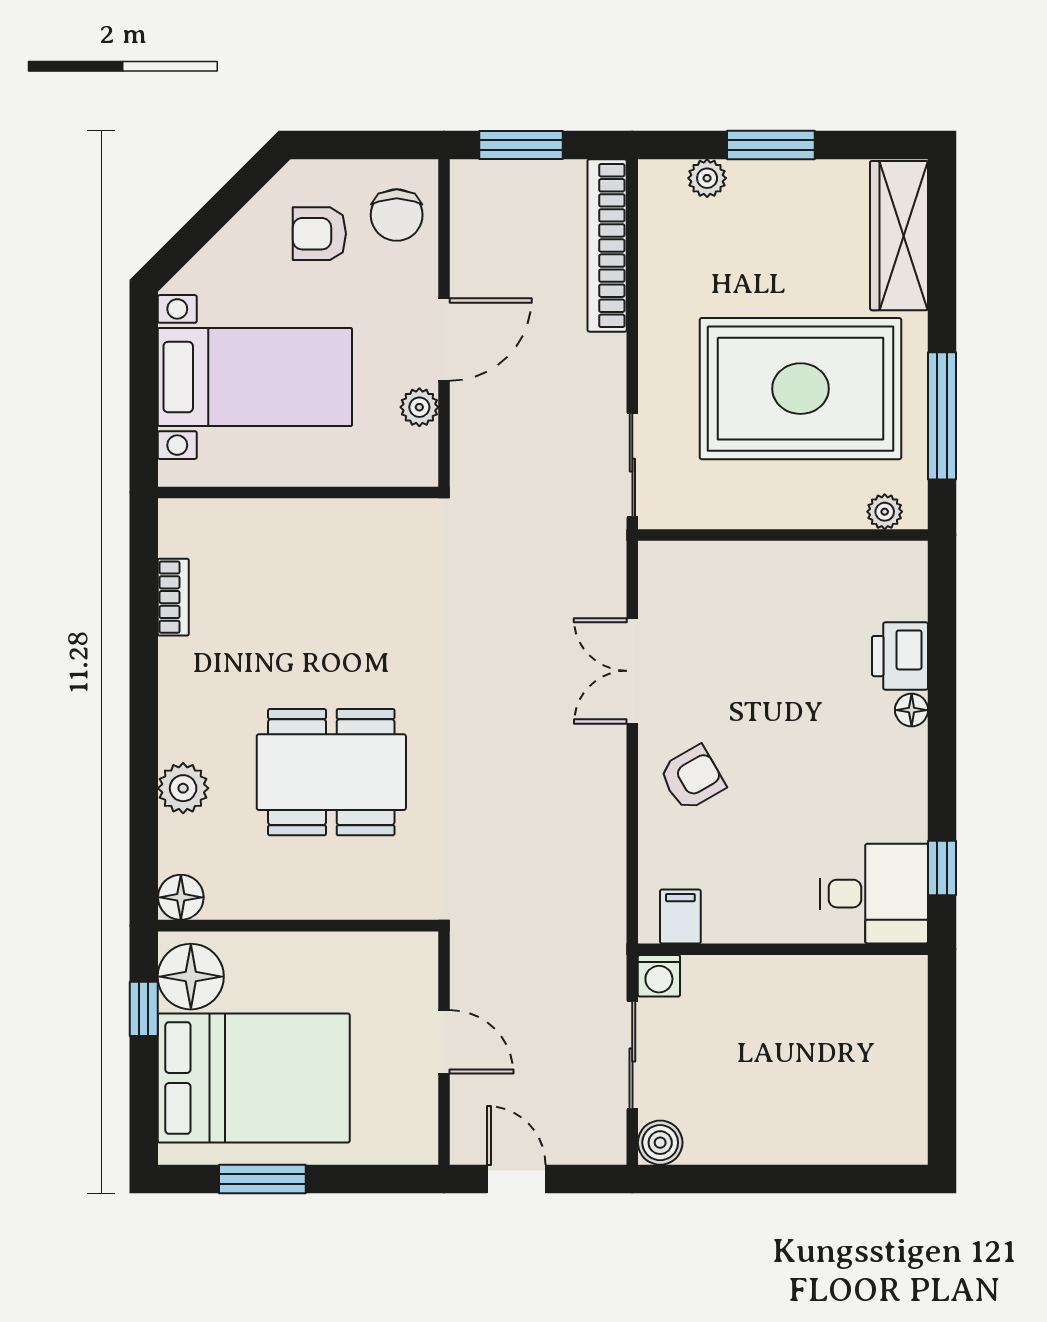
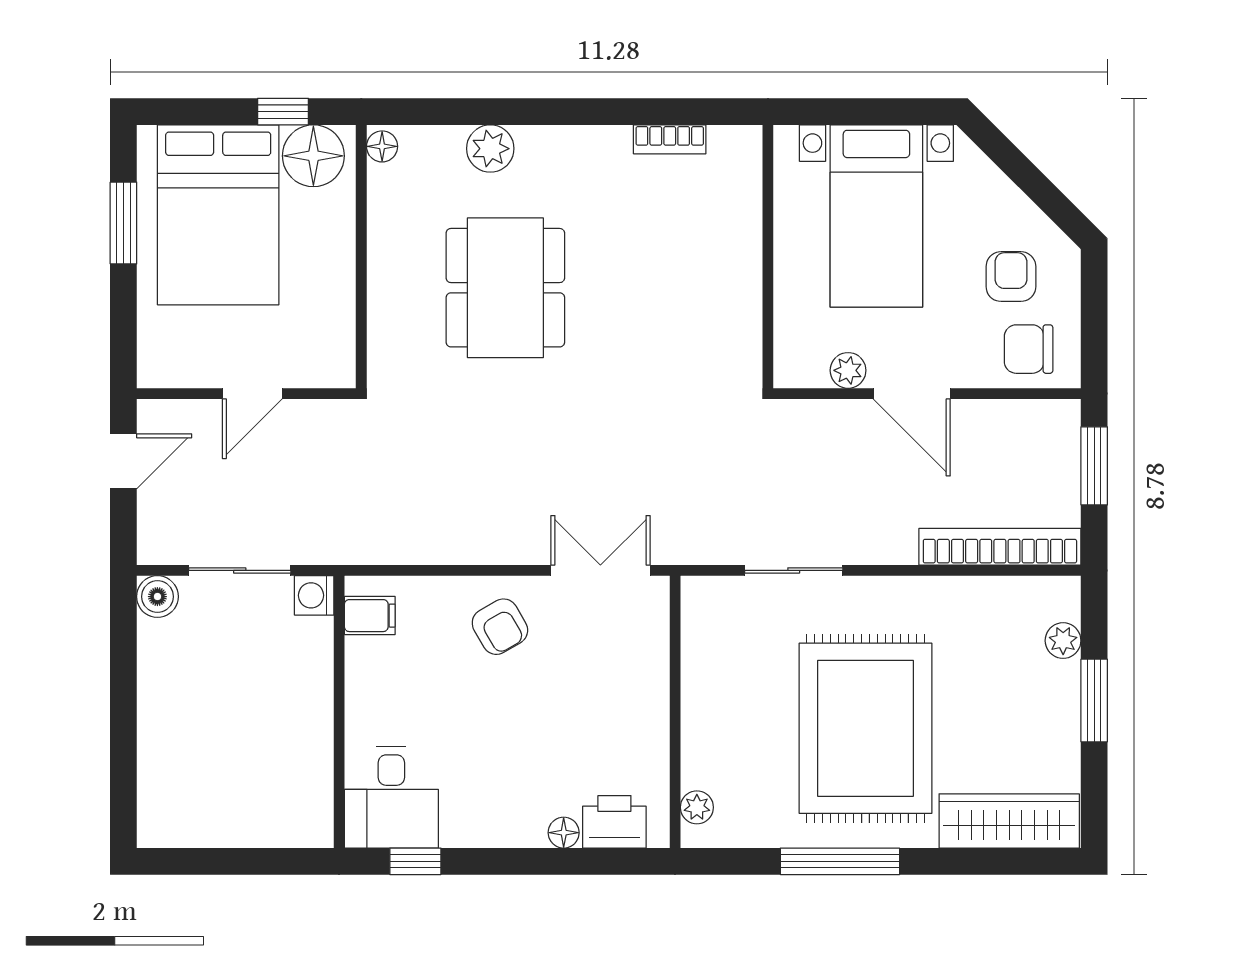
plant: (885, 512) -> (697, 807), moved
wall: (783, 535) -> (675, 712), moved
floor lamp: (181, 897) -> (382, 146), width x0.73, depth x0.73

